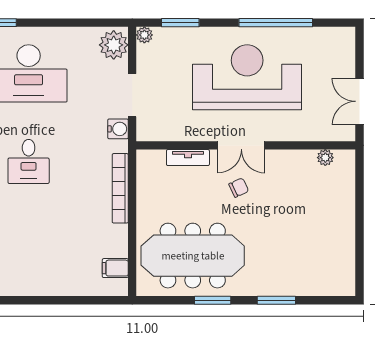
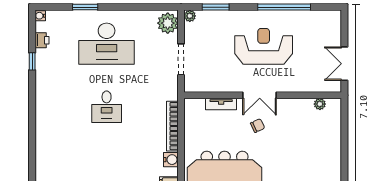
reception desk: (247, 77) -> (264, 46), width x0.74, depth x0.77
water cooler: (118, 129) -> (171, 160), moved

